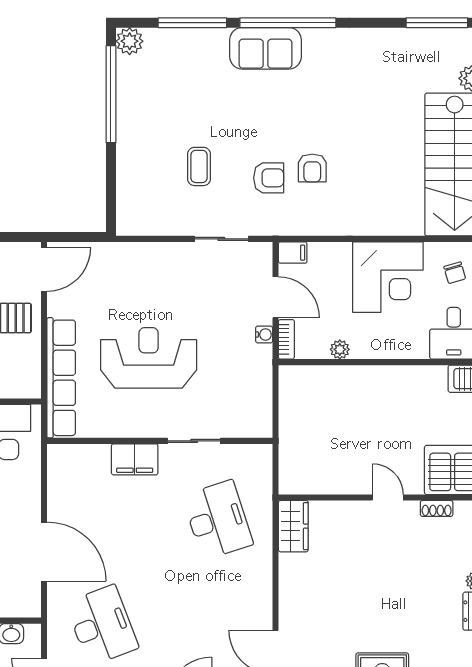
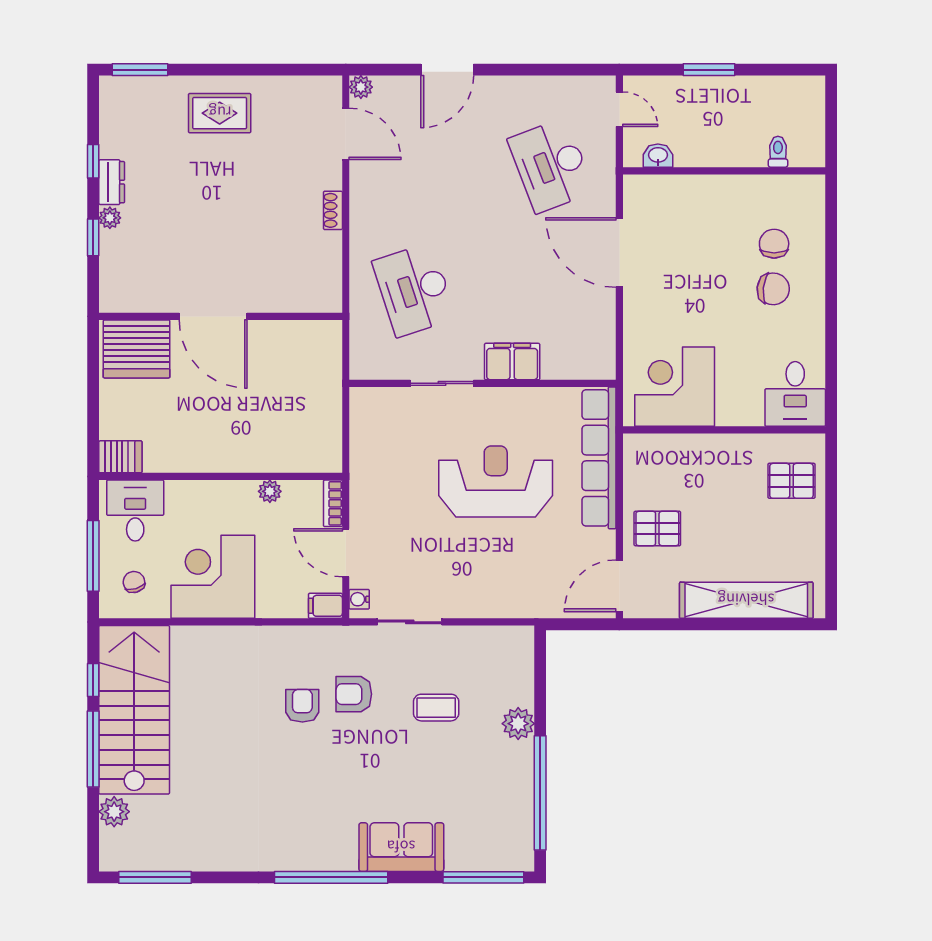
window: (192, 23) -> (483, 877), moved
plant: (130, 41) -> (518, 724), moved
sofa: (265, 48) -> (401, 847), moved
coffee table: (199, 166) -> (436, 708), turned 90
water cooler: (264, 335) -> (359, 599), moved
reception desk: (149, 358) -> (496, 481), turned 180
door: (388, 498) -> (213, 316), width x1.88
shoe rack: (437, 508) -> (333, 210), moved, turned -90
wardrobe: (293, 526) -> (325, 283), removed

